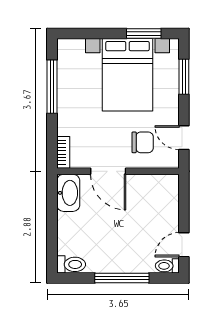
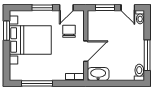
window: (184, 77) -> (42, 8), moved
window: (184, 205) -> (105, 8), added
window: (122, 278) -> (147, 55), moved

